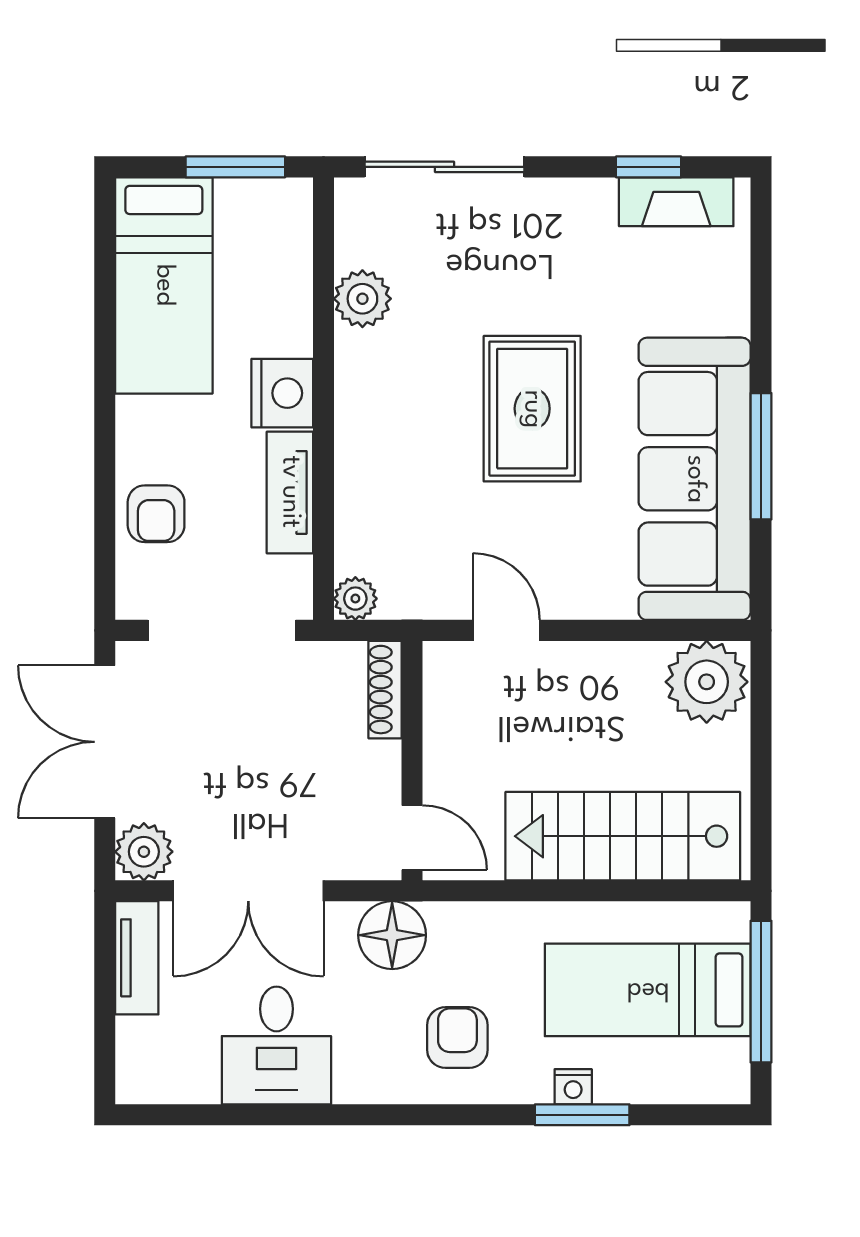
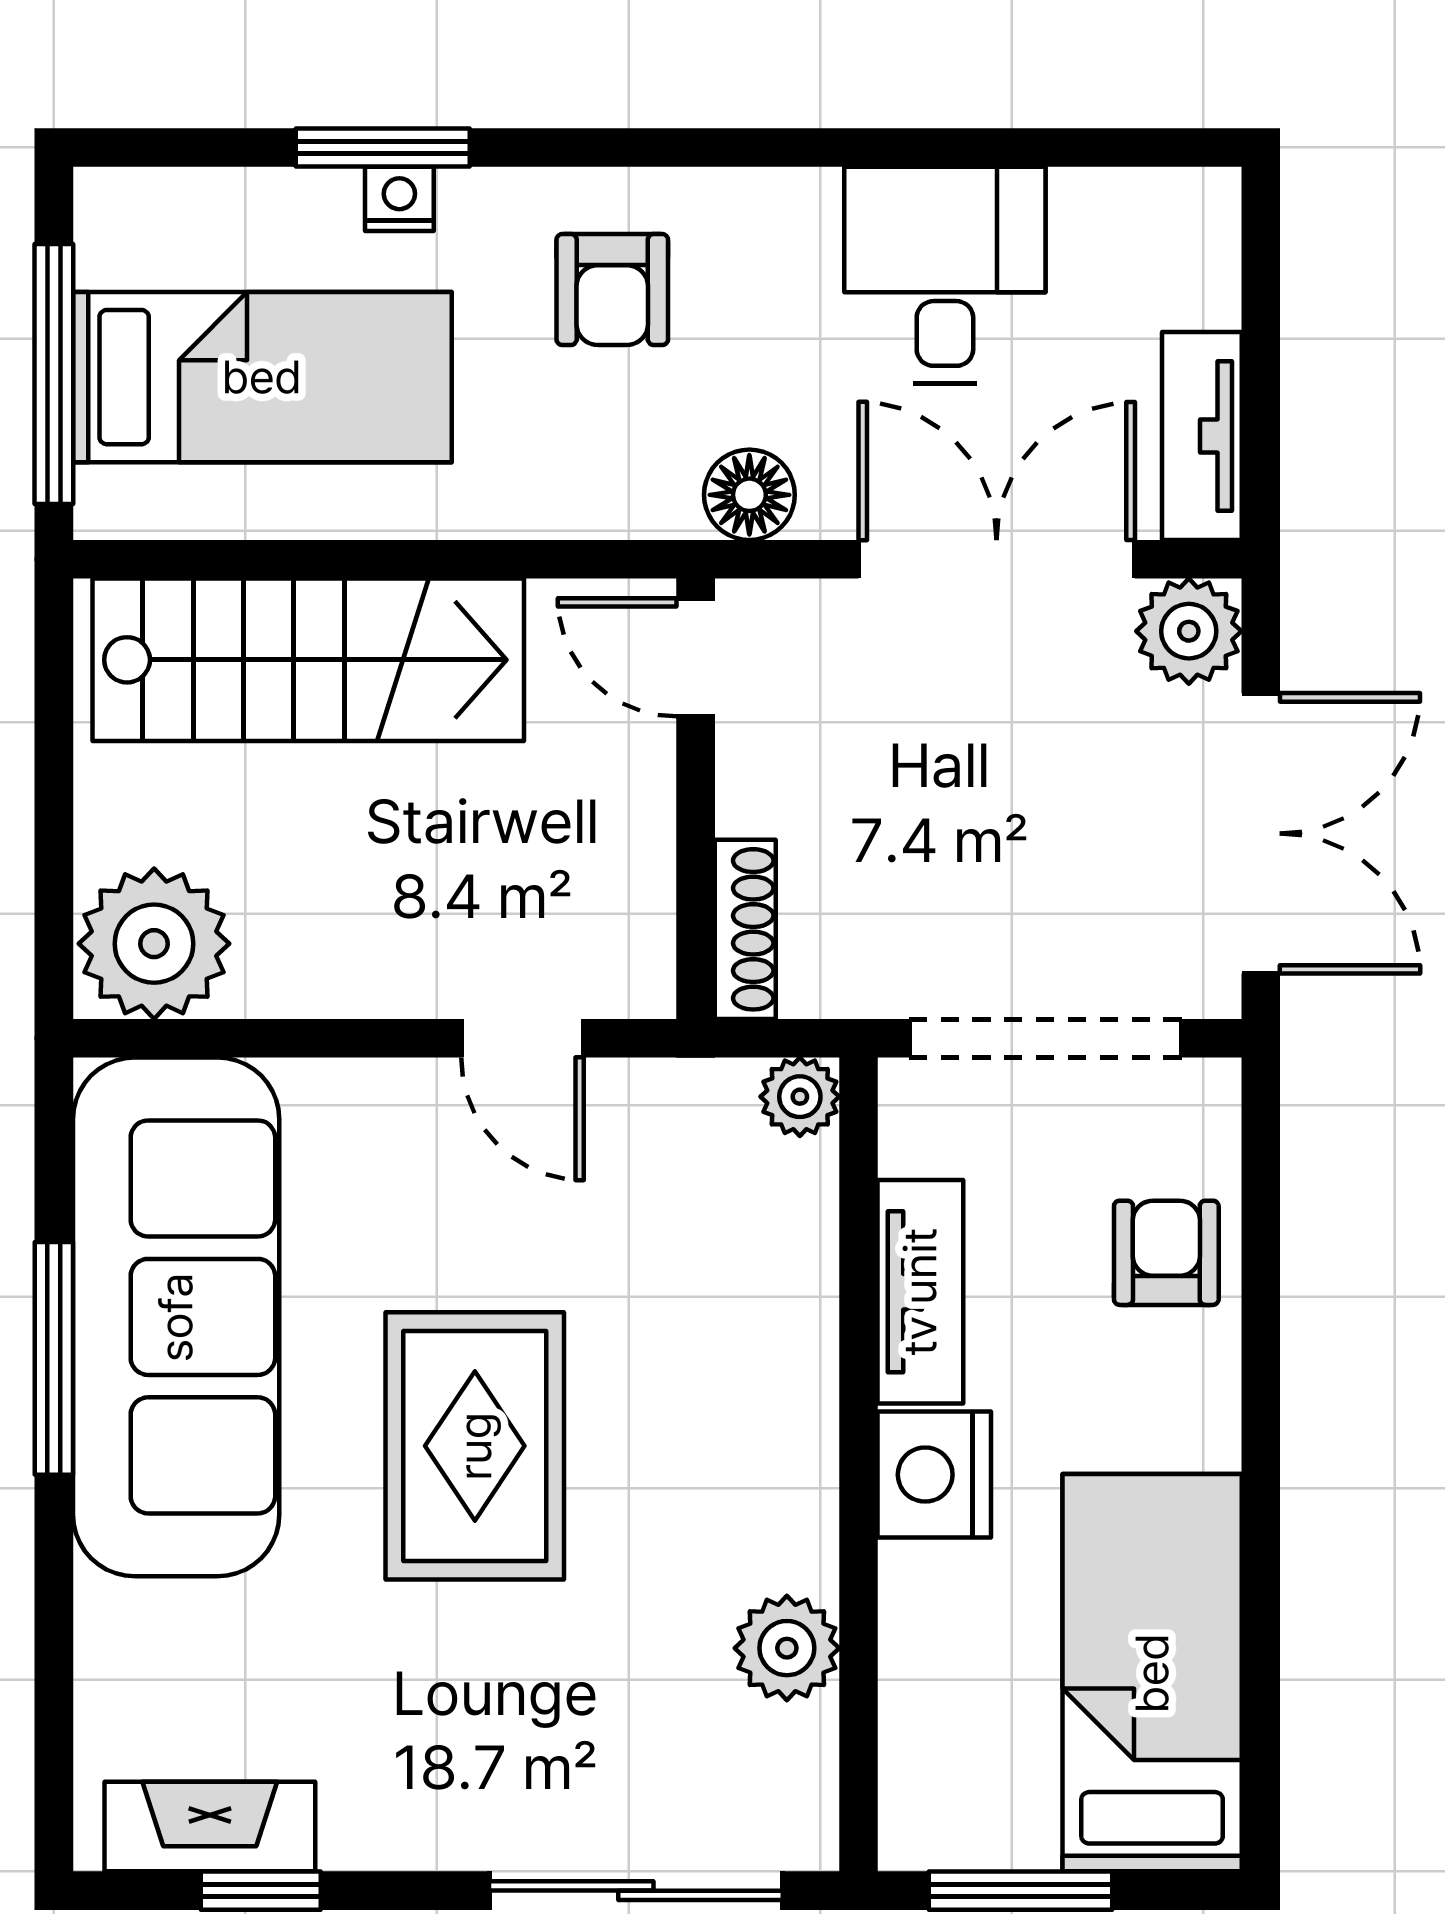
floor lamp: (392, 935) -> (749, 495), width x0.73, depth x0.73

